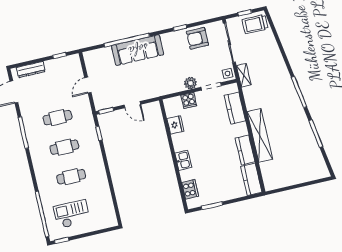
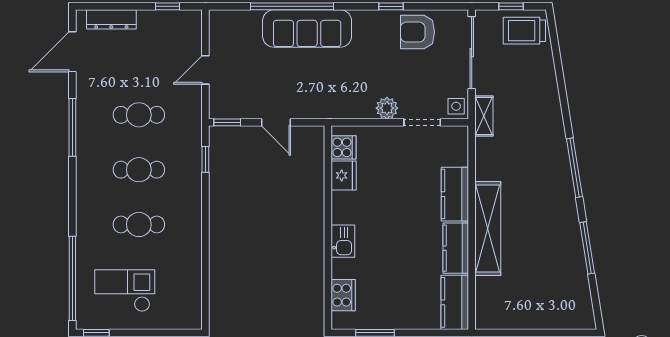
cooker: (189, 101) -> (343, 147), moved, turned -90
kitchen counter: (235, 108) -> (455, 194), moved

